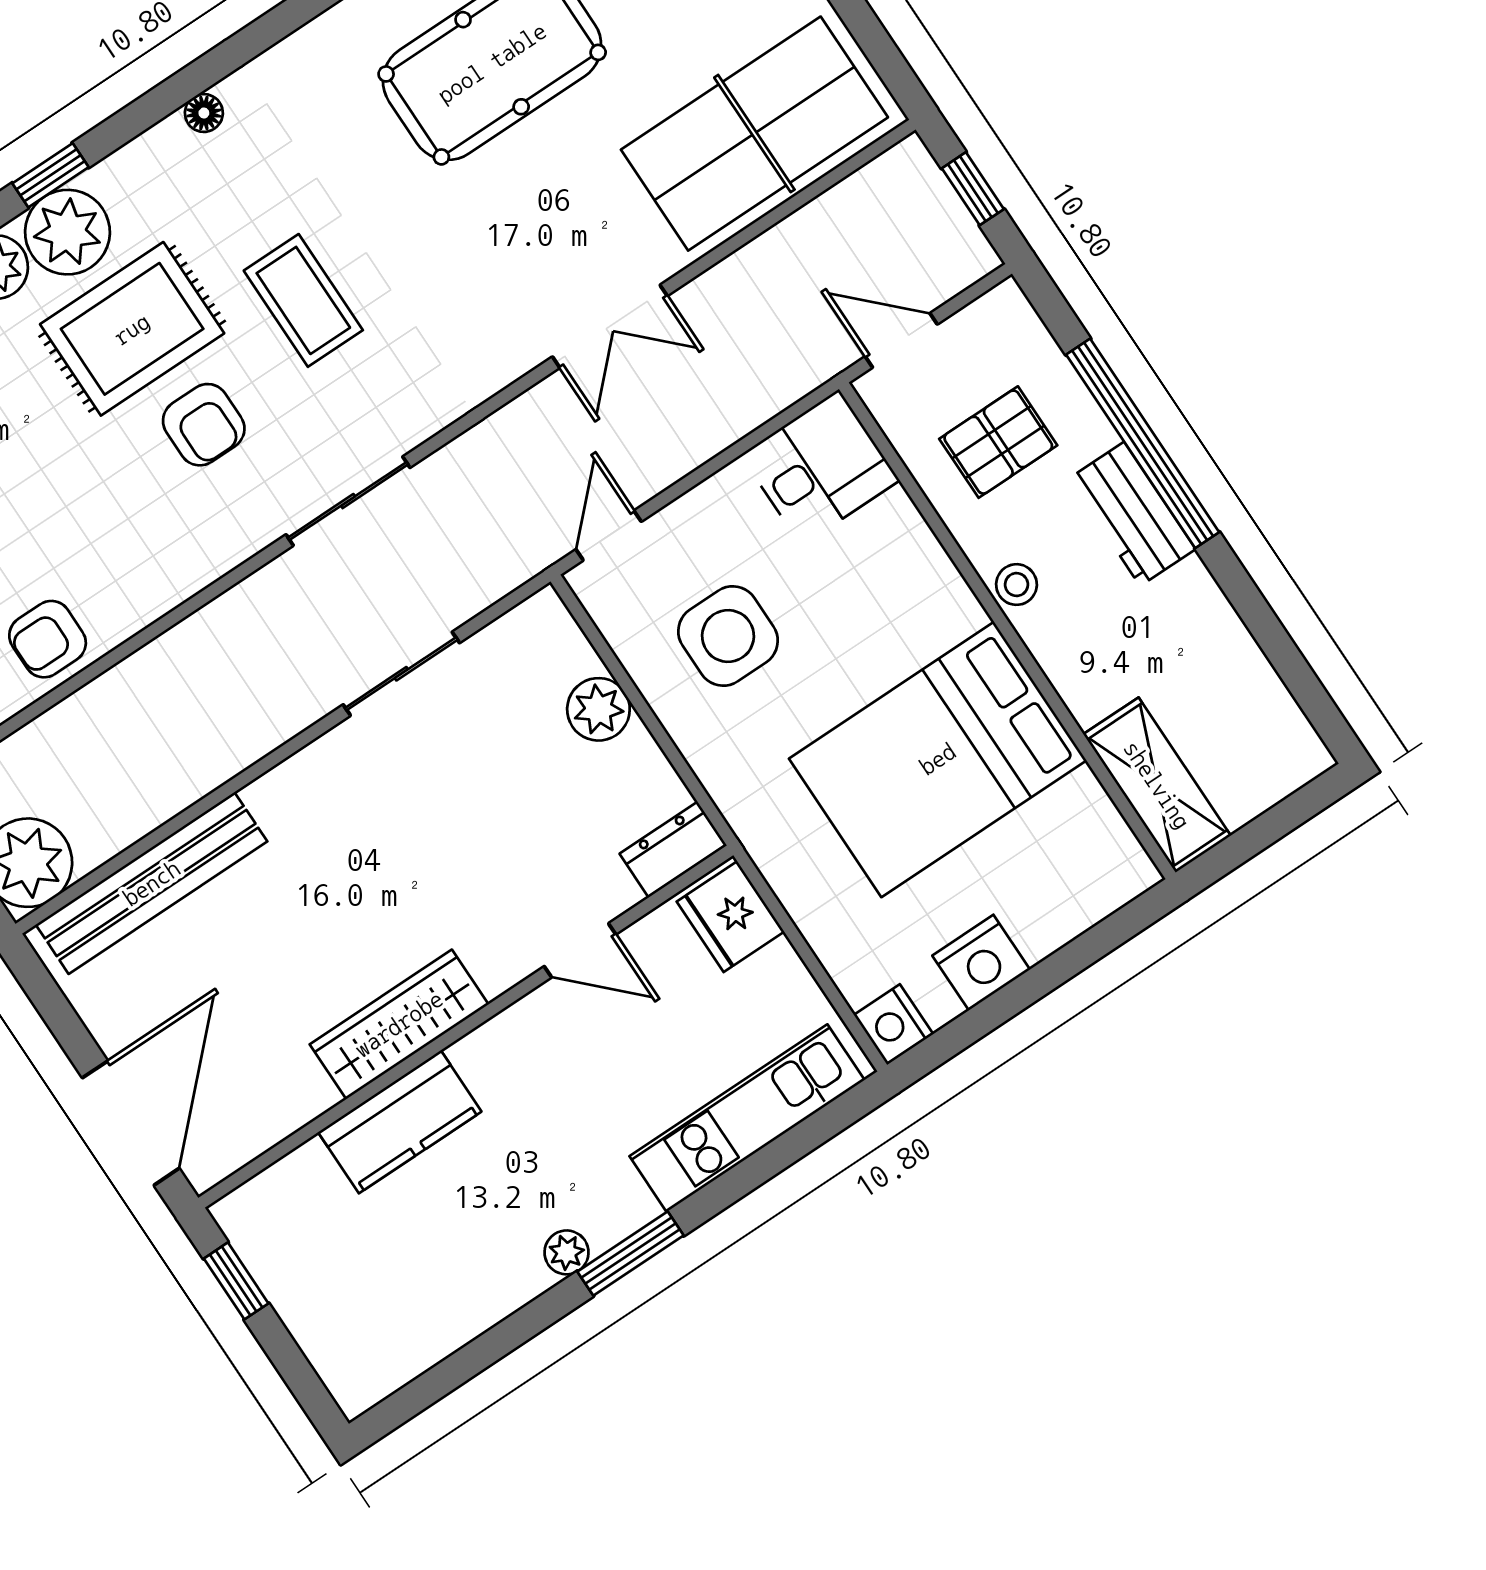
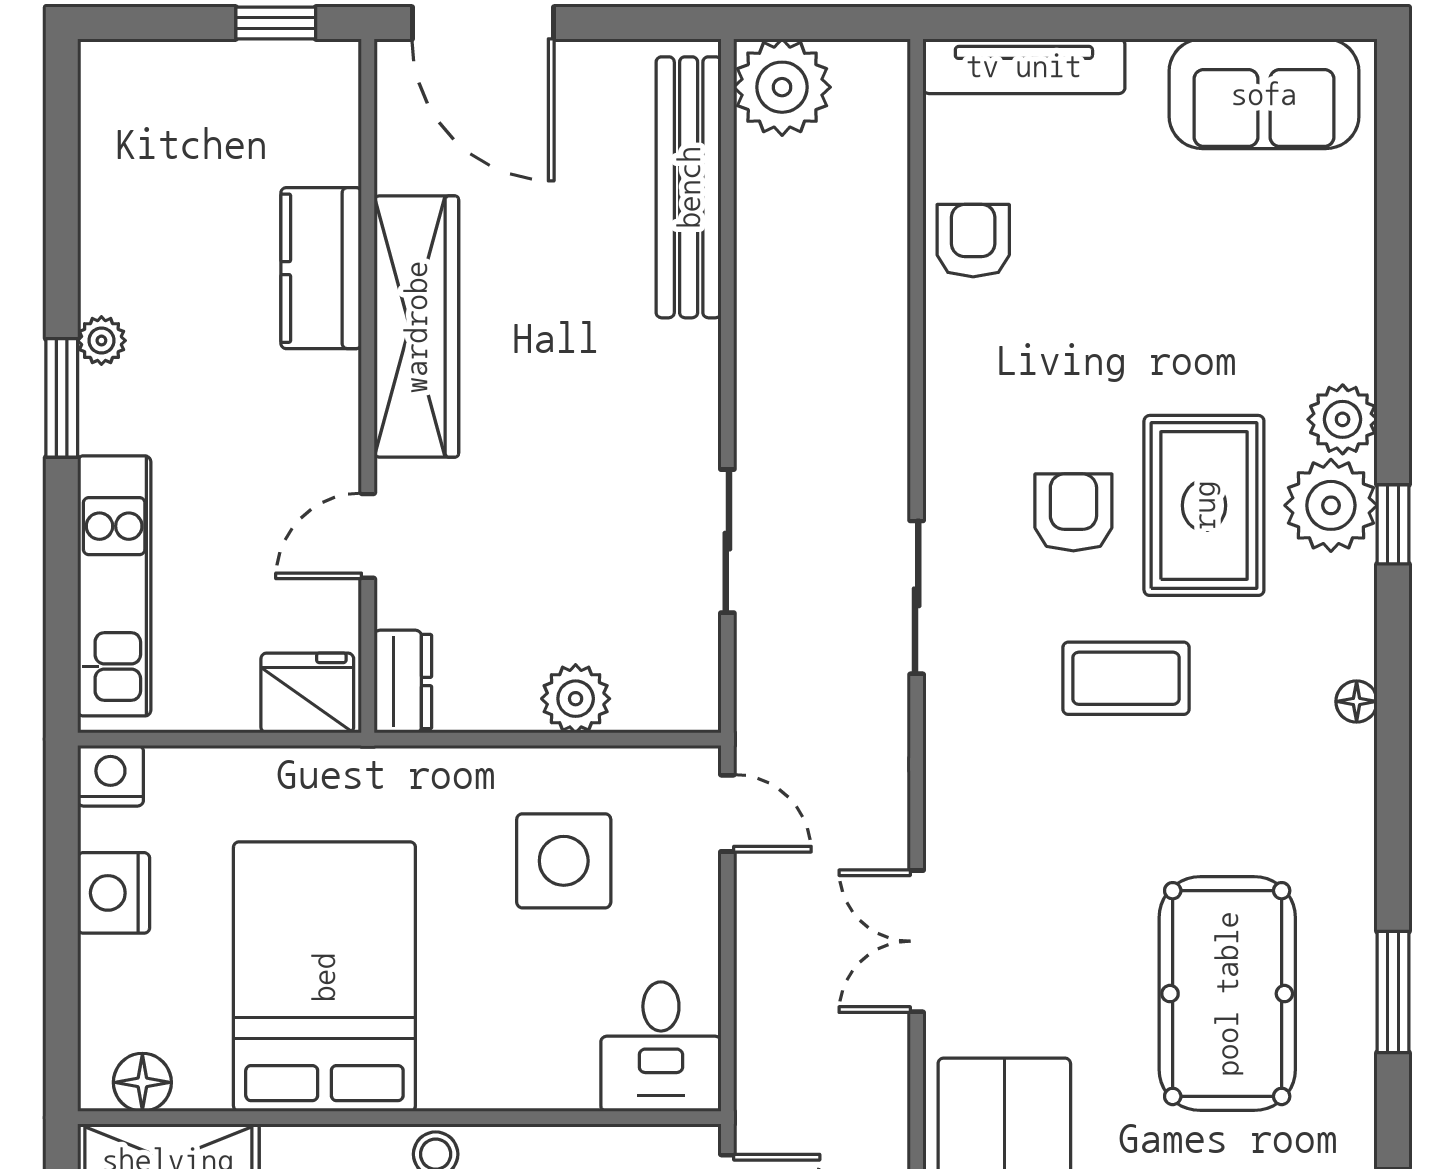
armchair: (204, 425) -> (1073, 512), turned 90
floor lamp: (1111, 844) -> (142, 1082), added
wardrobe: (399, 1024) -> (416, 327), width x1.40, depth x1.17

